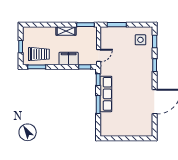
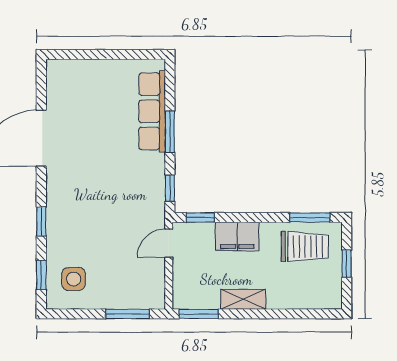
trolley: (39, 54) -> (305, 247), turned 180
row of seats: (106, 94) -> (152, 111), moved

